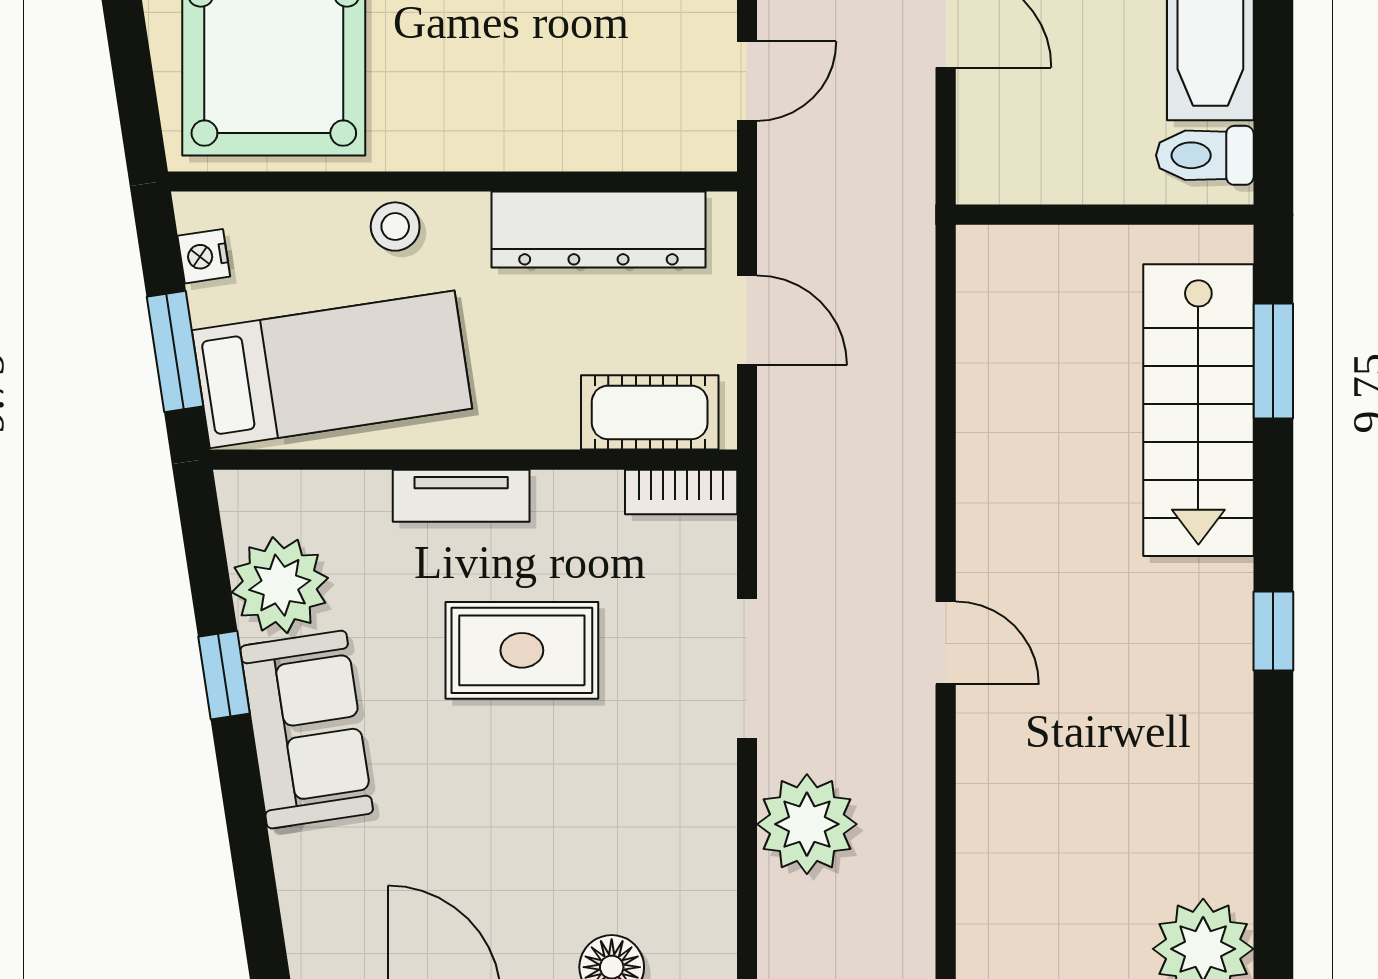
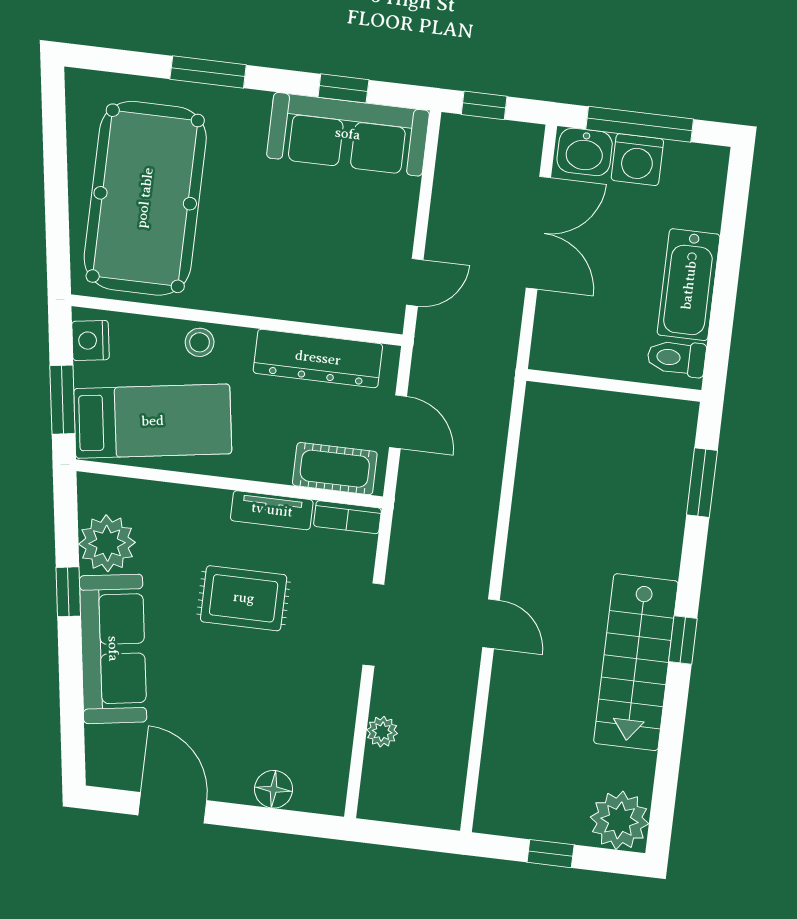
nightstand: (204, 256) -> (90, 340), width x1.39, depth x1.35
stairs: (1198, 410) -> (636, 662), moved
tv unit: (461, 496) -> (272, 510), moved
sofa: (307, 730) -> (113, 649), width x1.36
plant: (807, 824) -> (382, 732), width x0.53, depth x0.53

